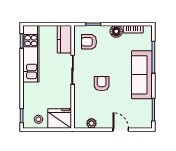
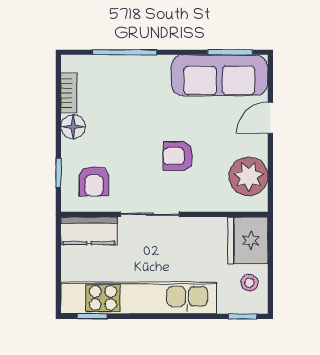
kitchen unit: (31, 54) -> (139, 298), width x1.36
sofa: (142, 75) -> (219, 75), moved
plant: (91, 123) -> (248, 176), width x1.88, depth x1.88

